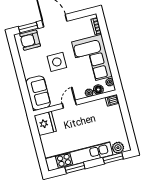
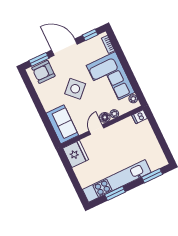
window: (81, 14) -> (90, 35), added
side table: (57, 62) -> (75, 89), turned 45
floor lamp: (98, 90) -> (105, 117), moved
plant: (118, 148) -> (155, 164), removed

